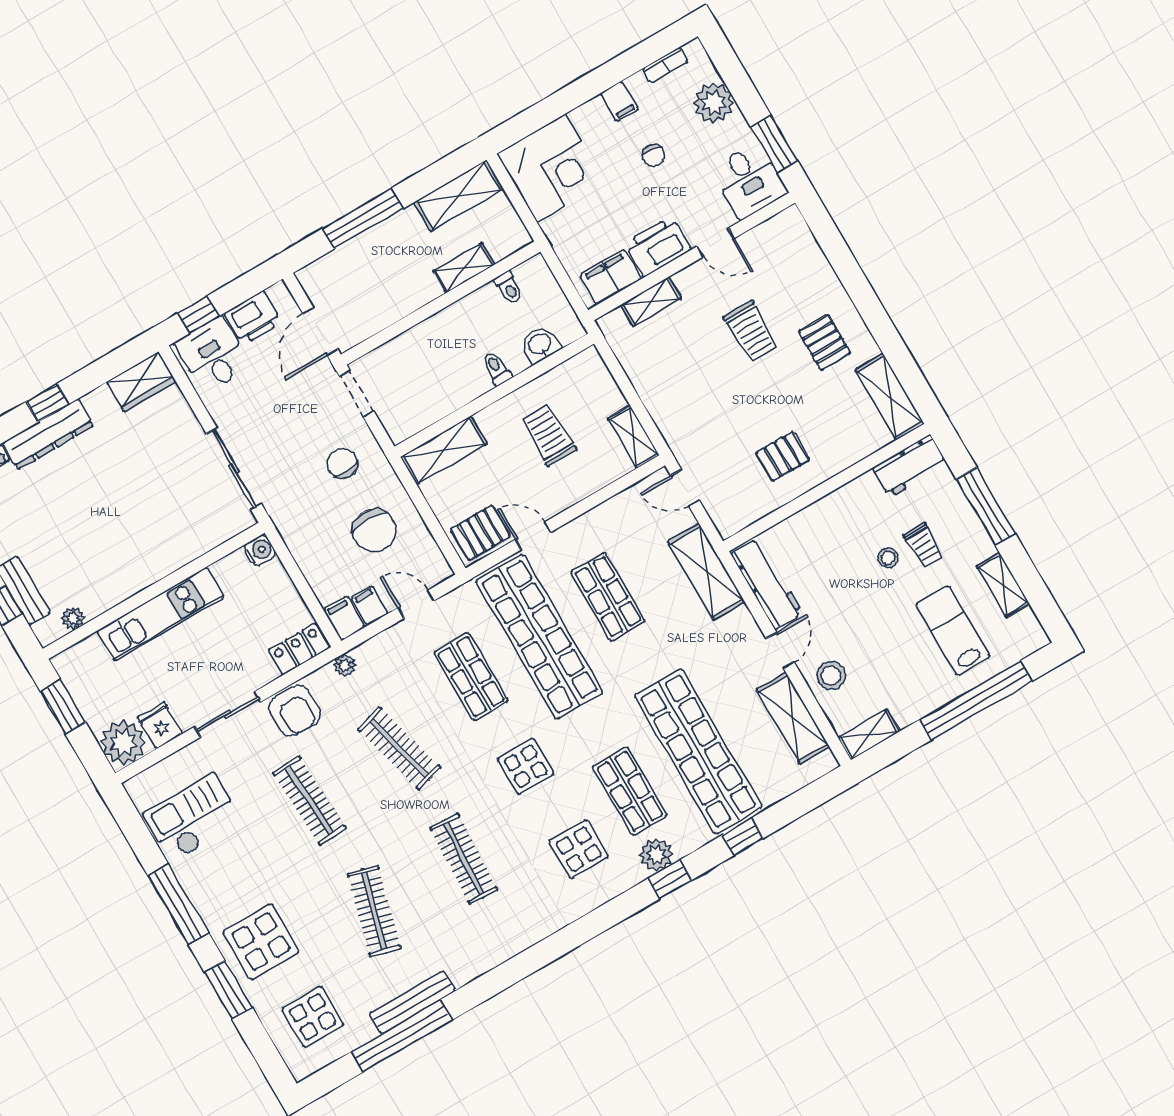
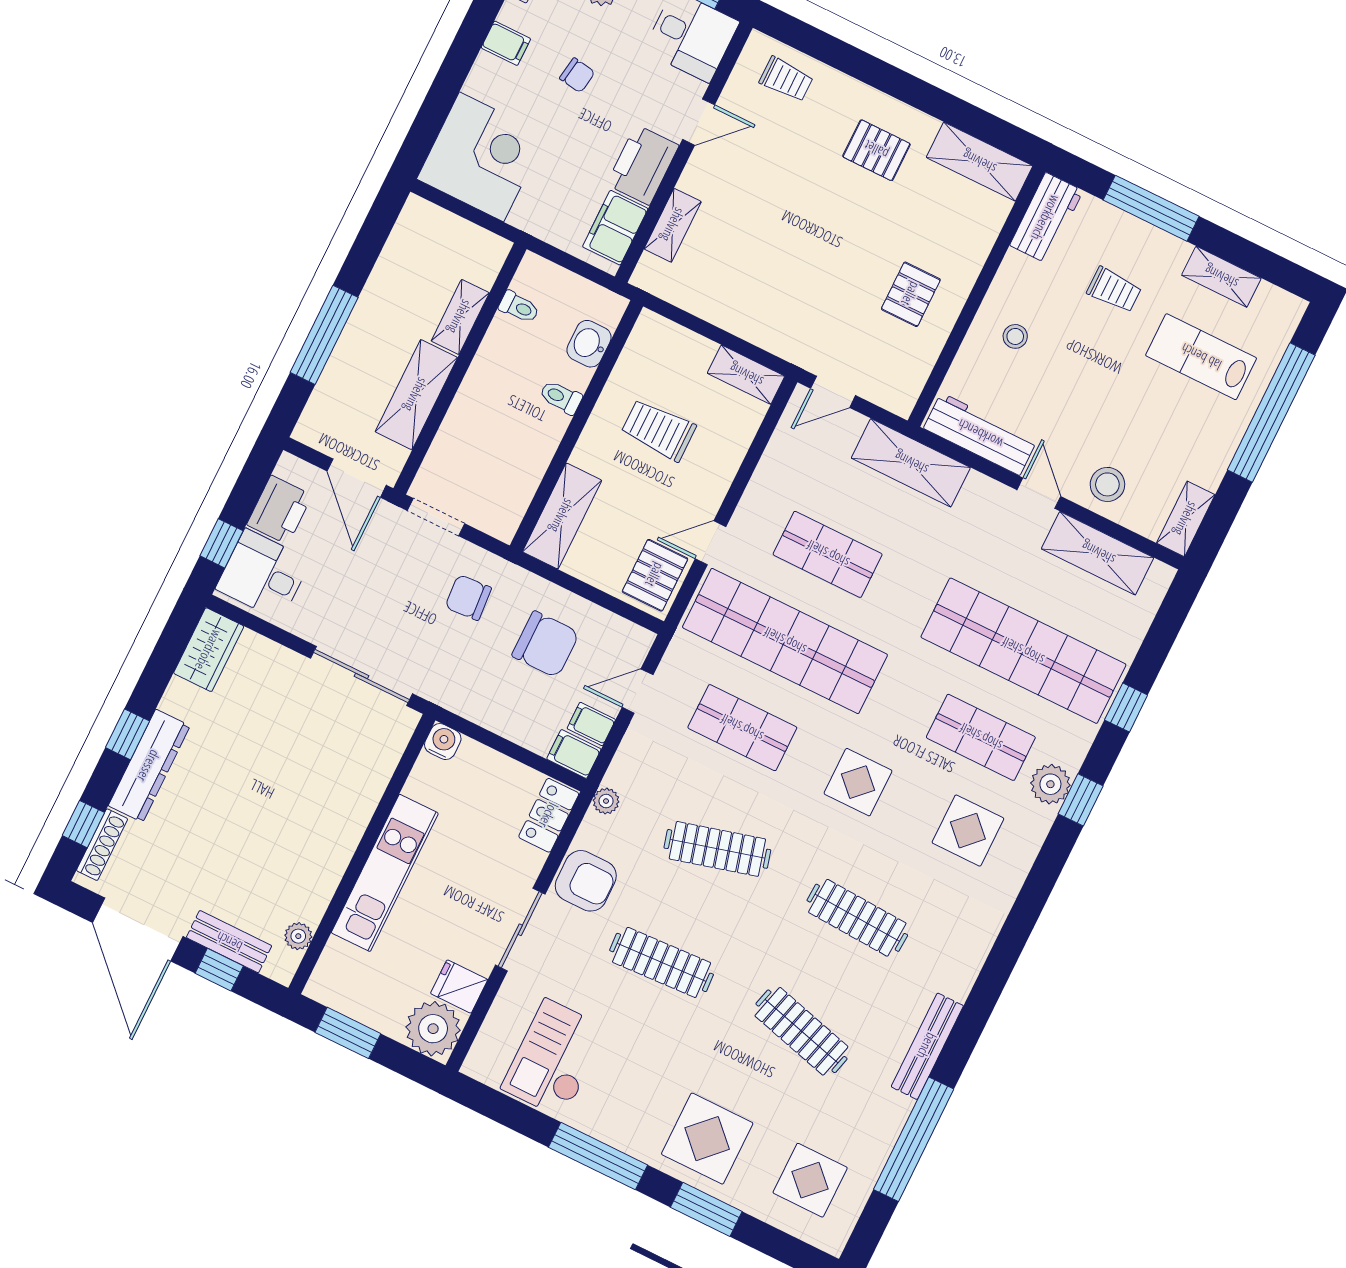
shelving: (459, 196) -> (416, 395), moved
trolley: (751, 332) -> (786, 79), moved, width x0.73, depth x0.72
stool: (888, 558) -> (1015, 336), moved
bench: (412, 1002) -> (927, 1046), moved

